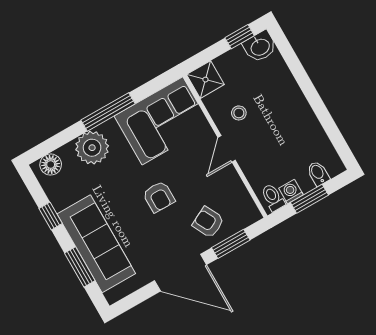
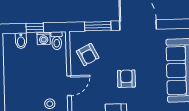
window: (309, 199) -> (35, 28), width x0.67
armchair: (208, 222) -> (88, 55), moved

